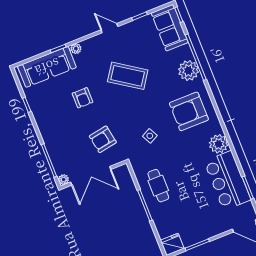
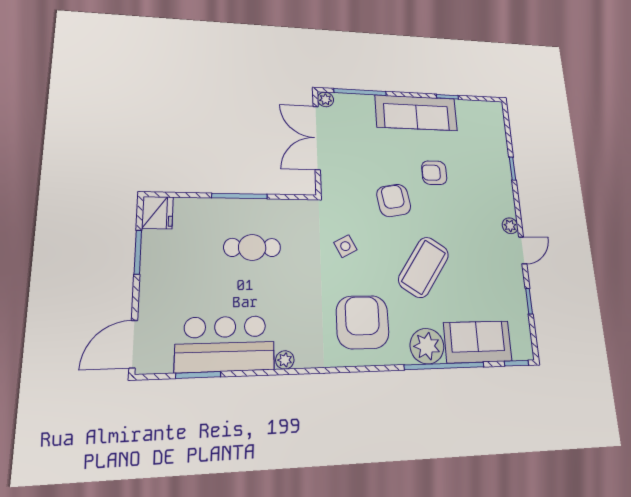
sofa: (170, 28) -> (478, 342), moved
plant: (76, 49) -> (510, 226), moved
sofa: (47, 67) -> (416, 113), moved, turned -90
coffee table: (128, 76) -> (424, 267), moved
armchair: (103, 139) -> (394, 200), moved
plant: (219, 144) -> (285, 360), width x0.53, depth x0.53
cafe table: (158, 186) -> (252, 247), moved

